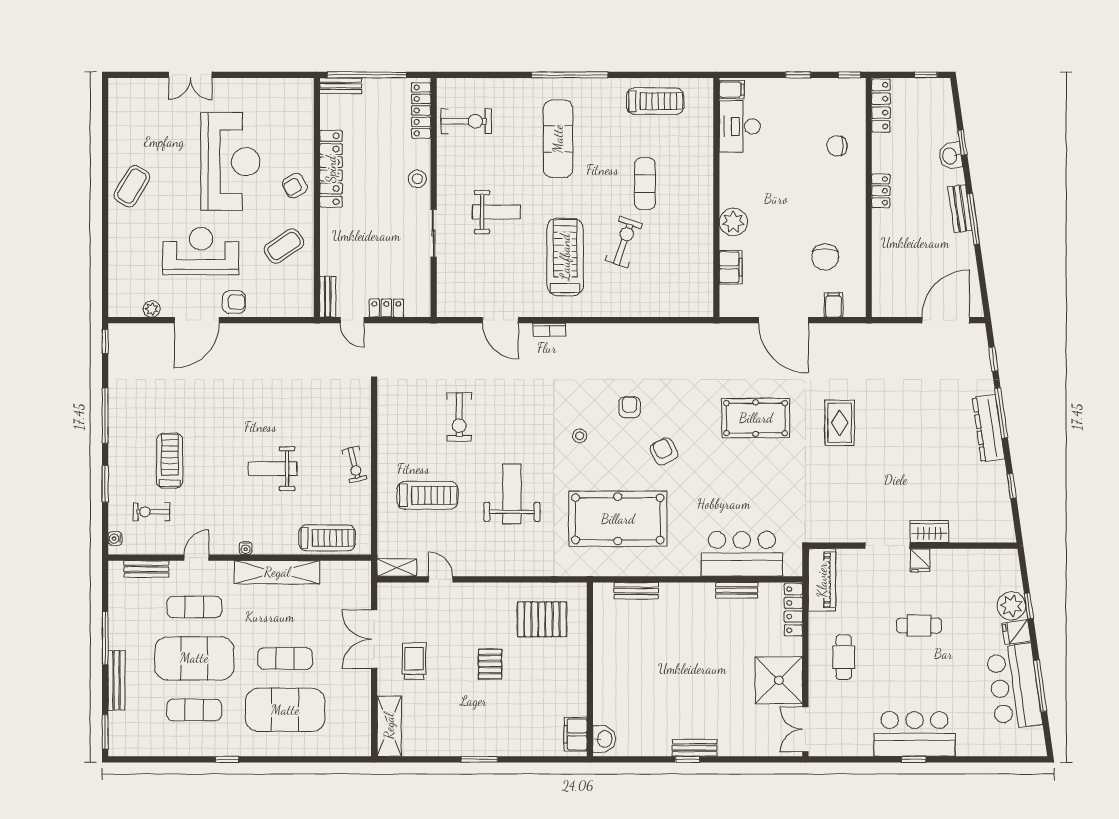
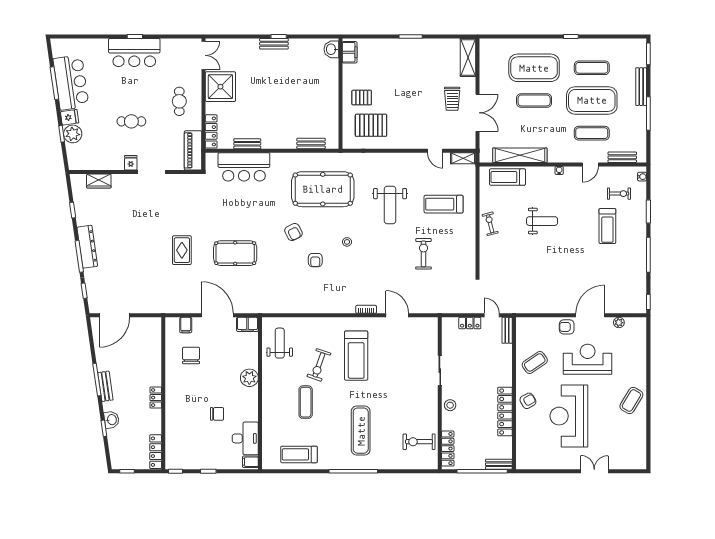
chair: (837, 146) -> (217, 414), moved
weight bench: (496, 212) -> (280, 343), moved, turned 90
reception desk: (201, 251) -> (588, 359), turned 180
filing cabinet: (731, 267) -> (247, 324), moved, turned -90
wardrobe: (929, 532) -> (99, 181), moved
shelving: (277, 572) -> (520, 155), moved
pallet: (490, 664) -> (362, 98), moved, turned 90

